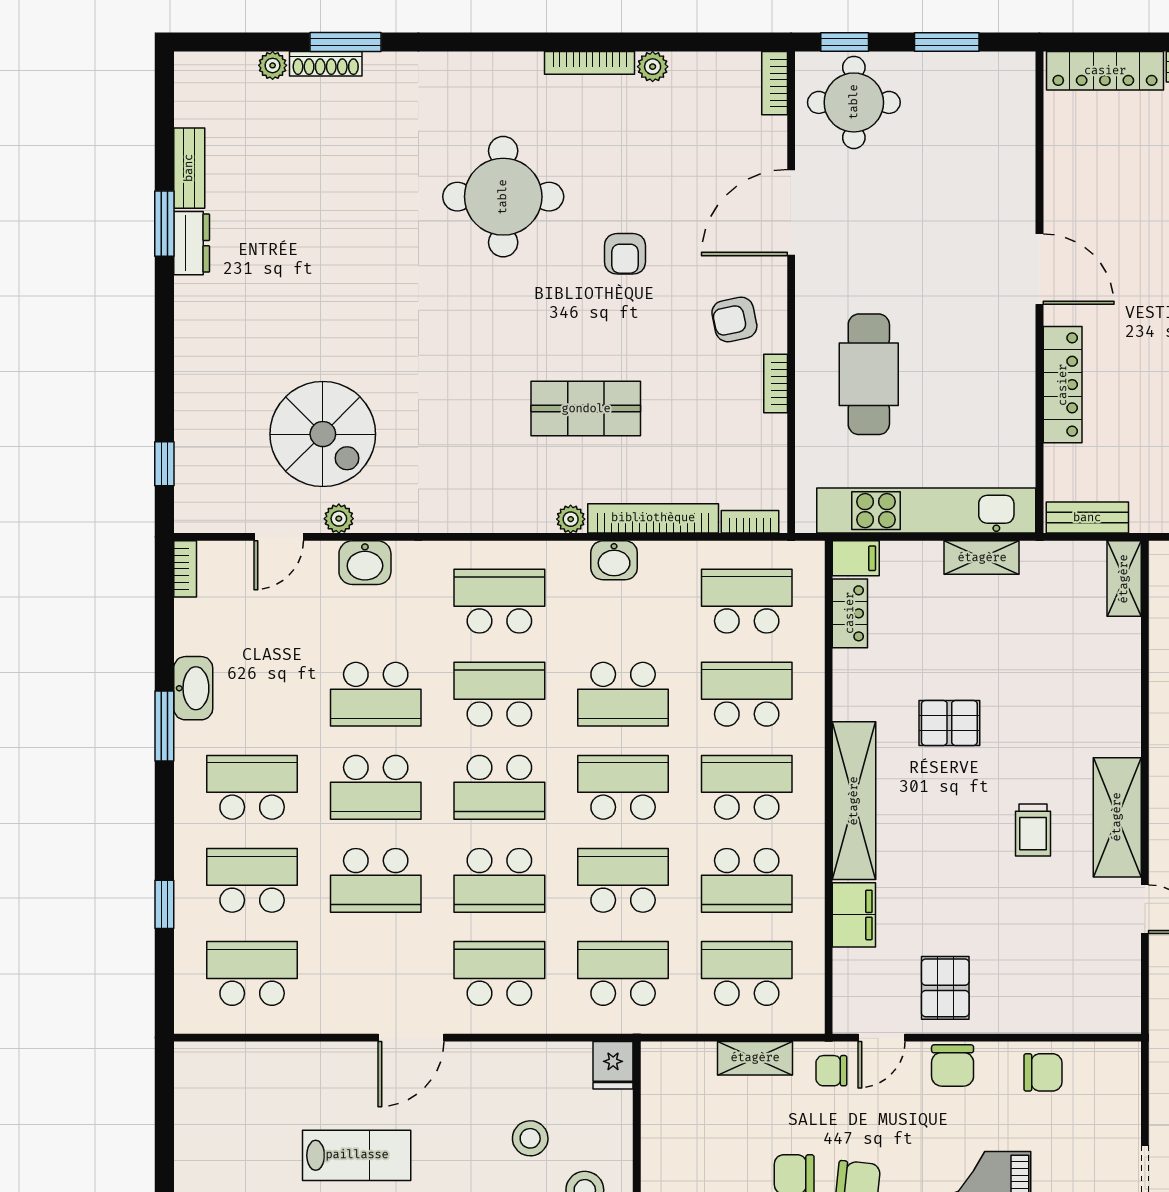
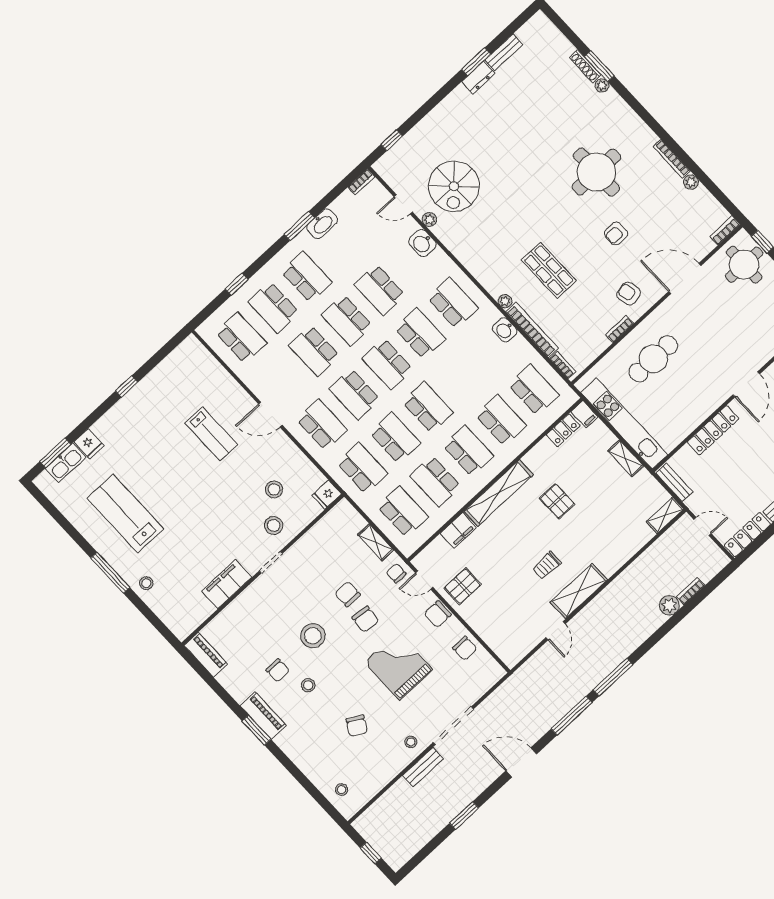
plant: (273, 65) -> (602, 85), moved
school desk: (623, 694) -> (461, 377), removed
school desk: (252, 880) -> (274, 307), turned 180

